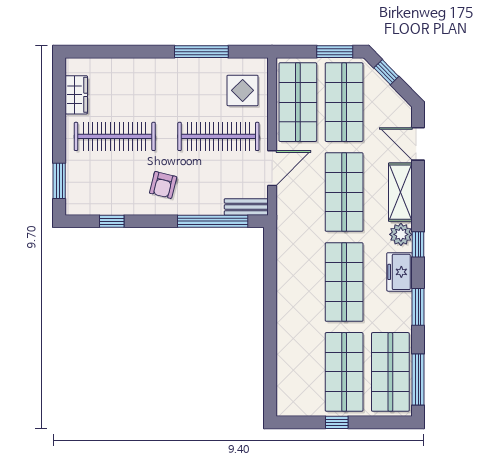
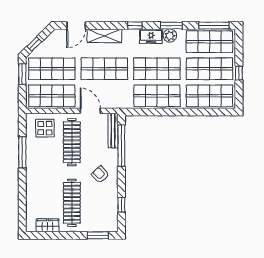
armchair: (163, 185) -> (100, 175), turned -148
bench: (246, 207) -> (113, 131), width x1.36
plant: (401, 234) -> (170, 36), moved
shop shelf: (298, 282) -> (157, 96), added
shop shelf: (298, 372) -> (209, 96), added

